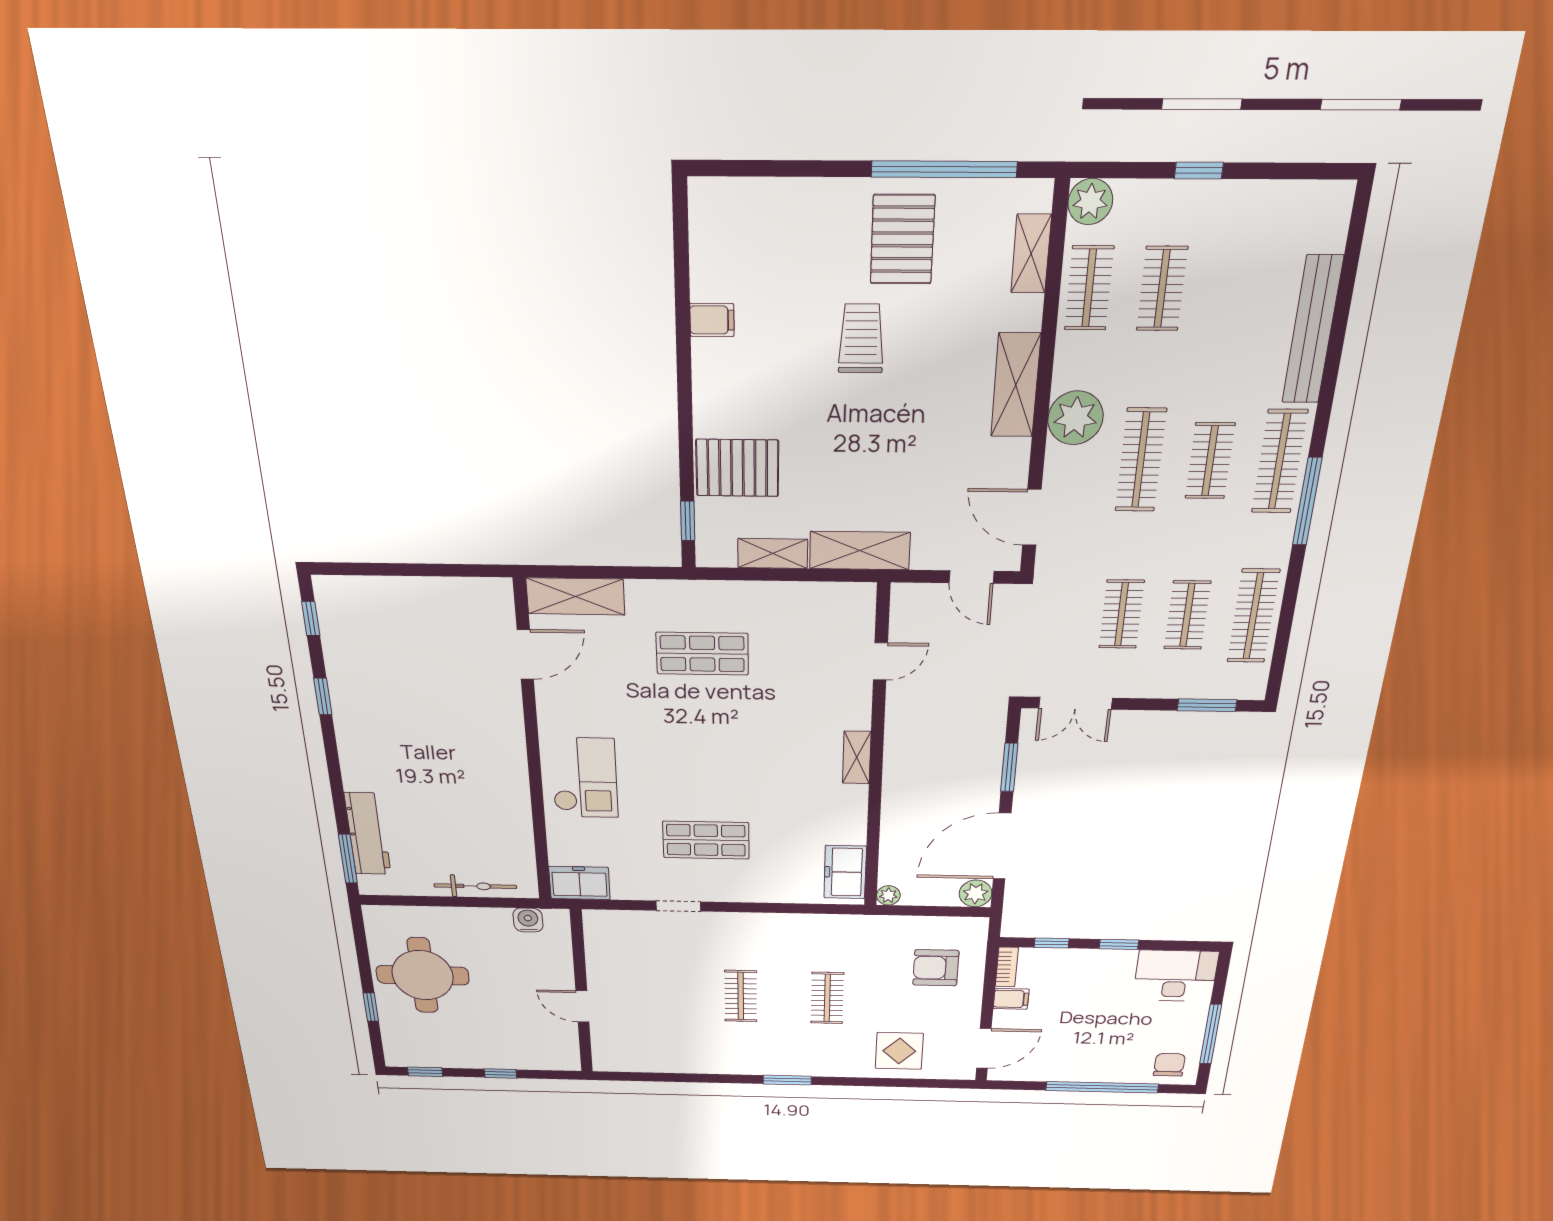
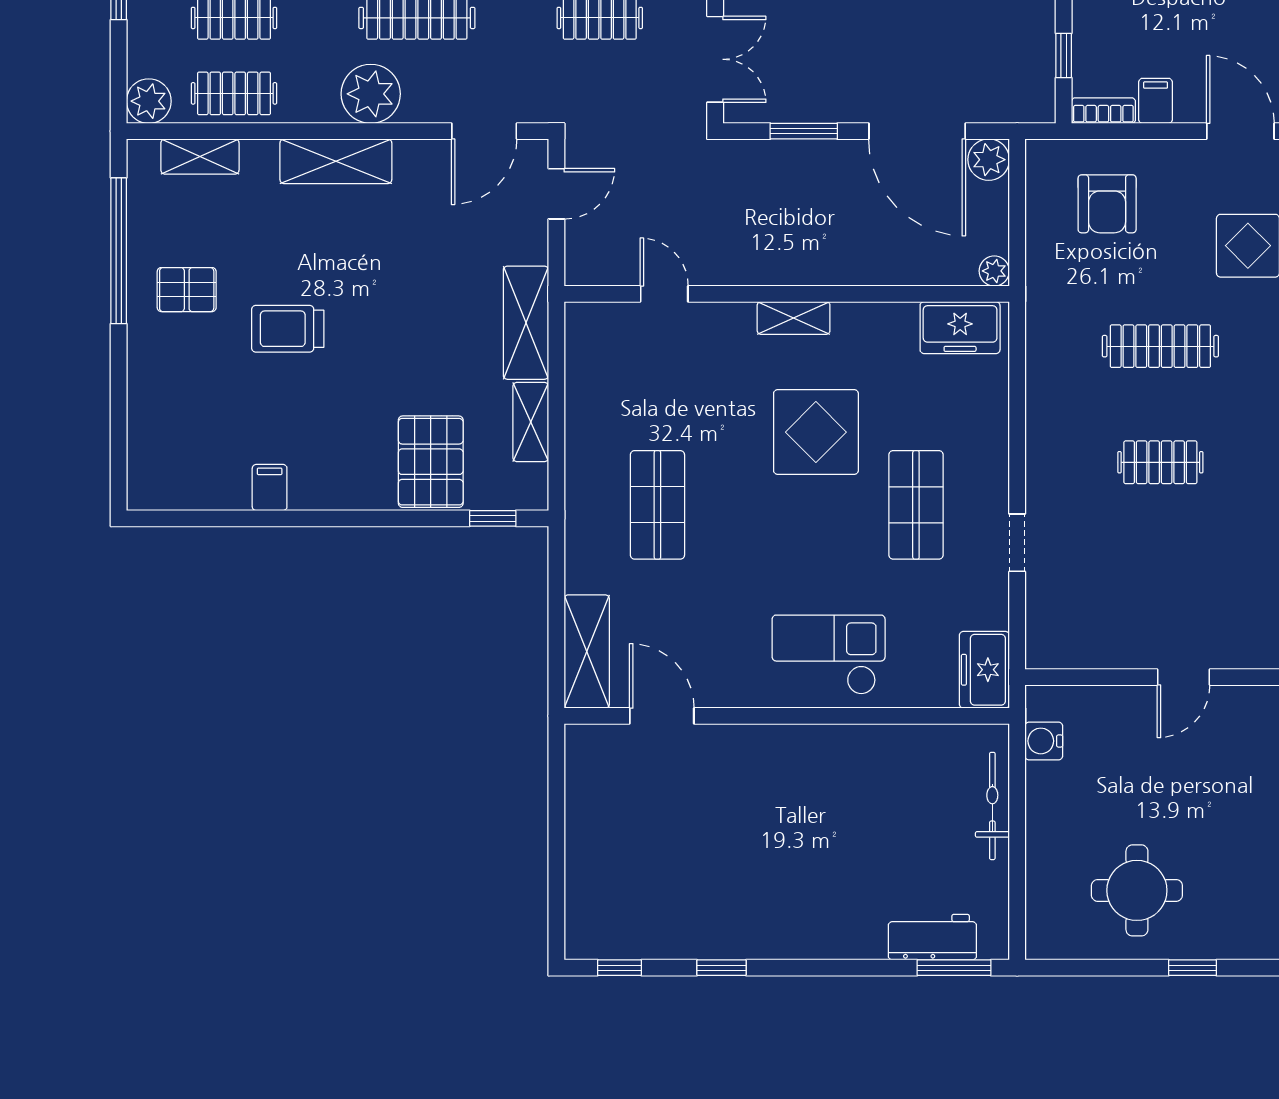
pallet: (902, 239) -> (187, 290), width x0.67, depth x0.71
display table: (764, 772) -> (816, 432), added
workbench: (368, 834) -> (932, 937), width x0.73
round table: (423, 975) -> (1137, 890), width x0.73, depth x0.73
clothes rail: (827, 998) -> (1160, 346), width x1.36

